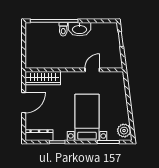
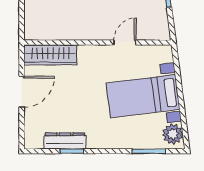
bed with nightstands: (87, 117) -> (143, 96), moved, turned -97
dresser: (39, 135) -> (65, 141), moved

